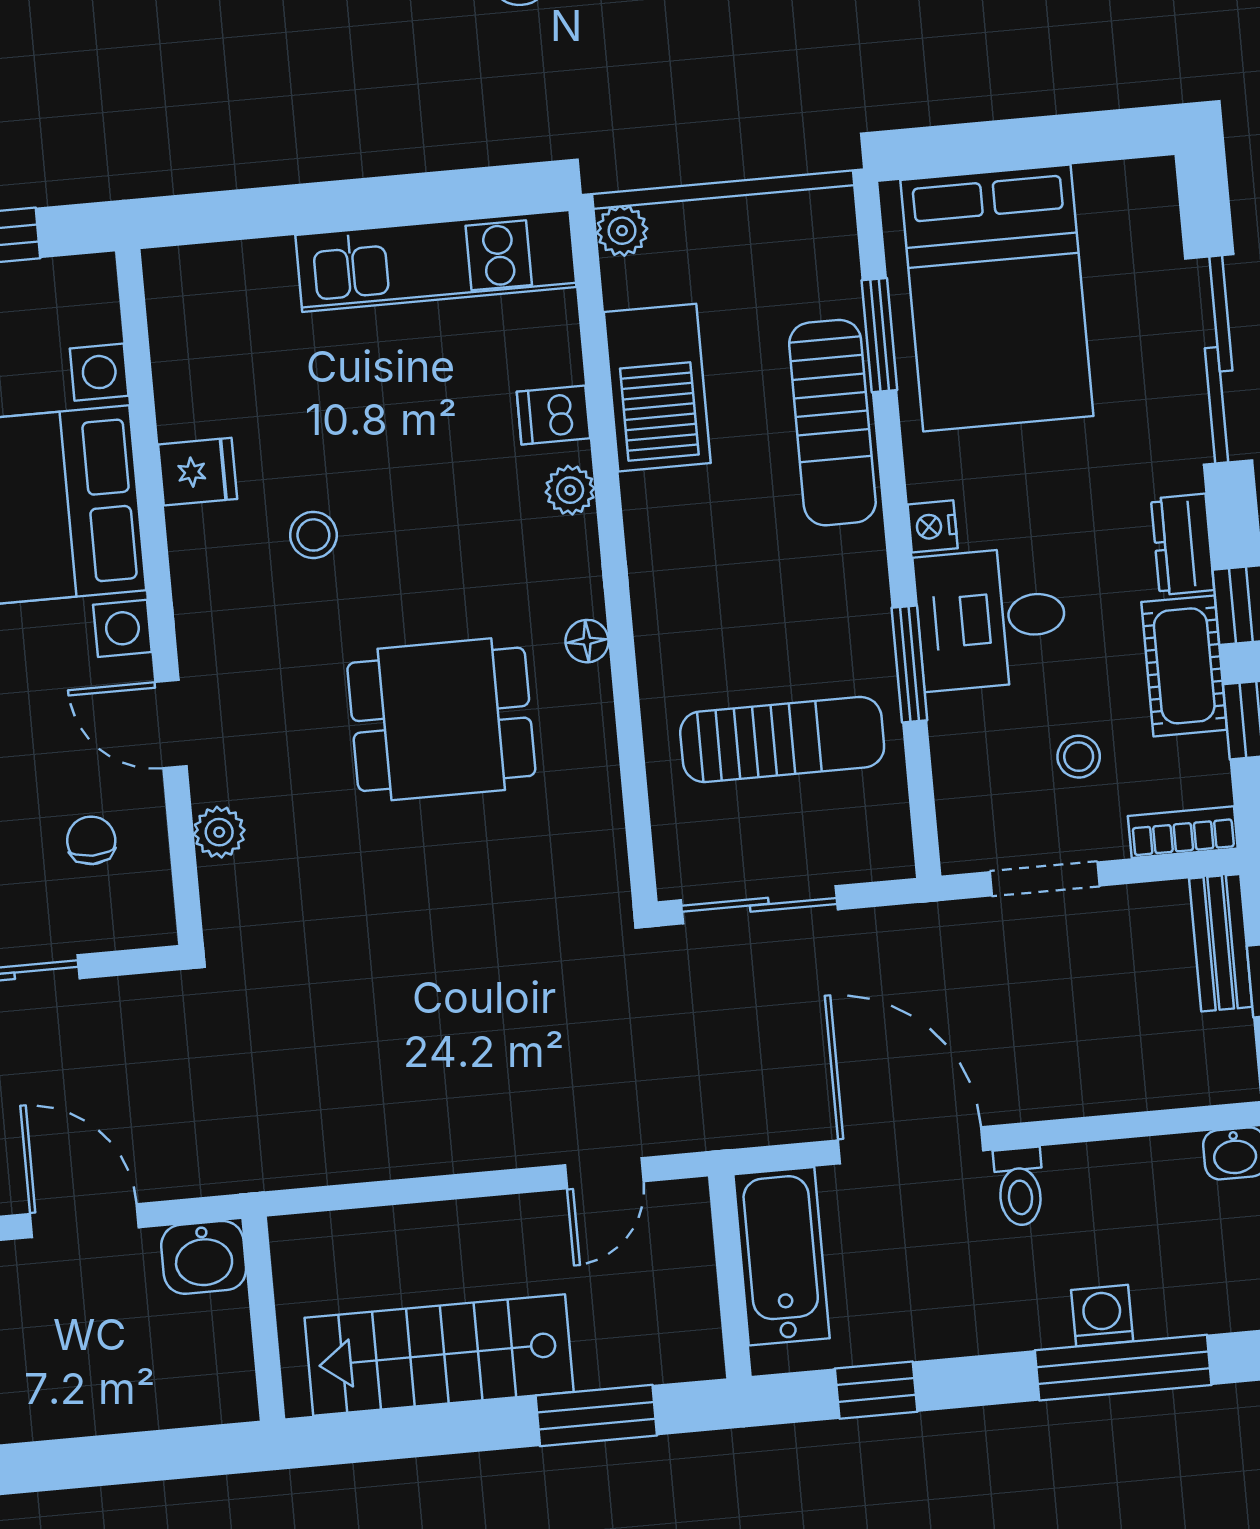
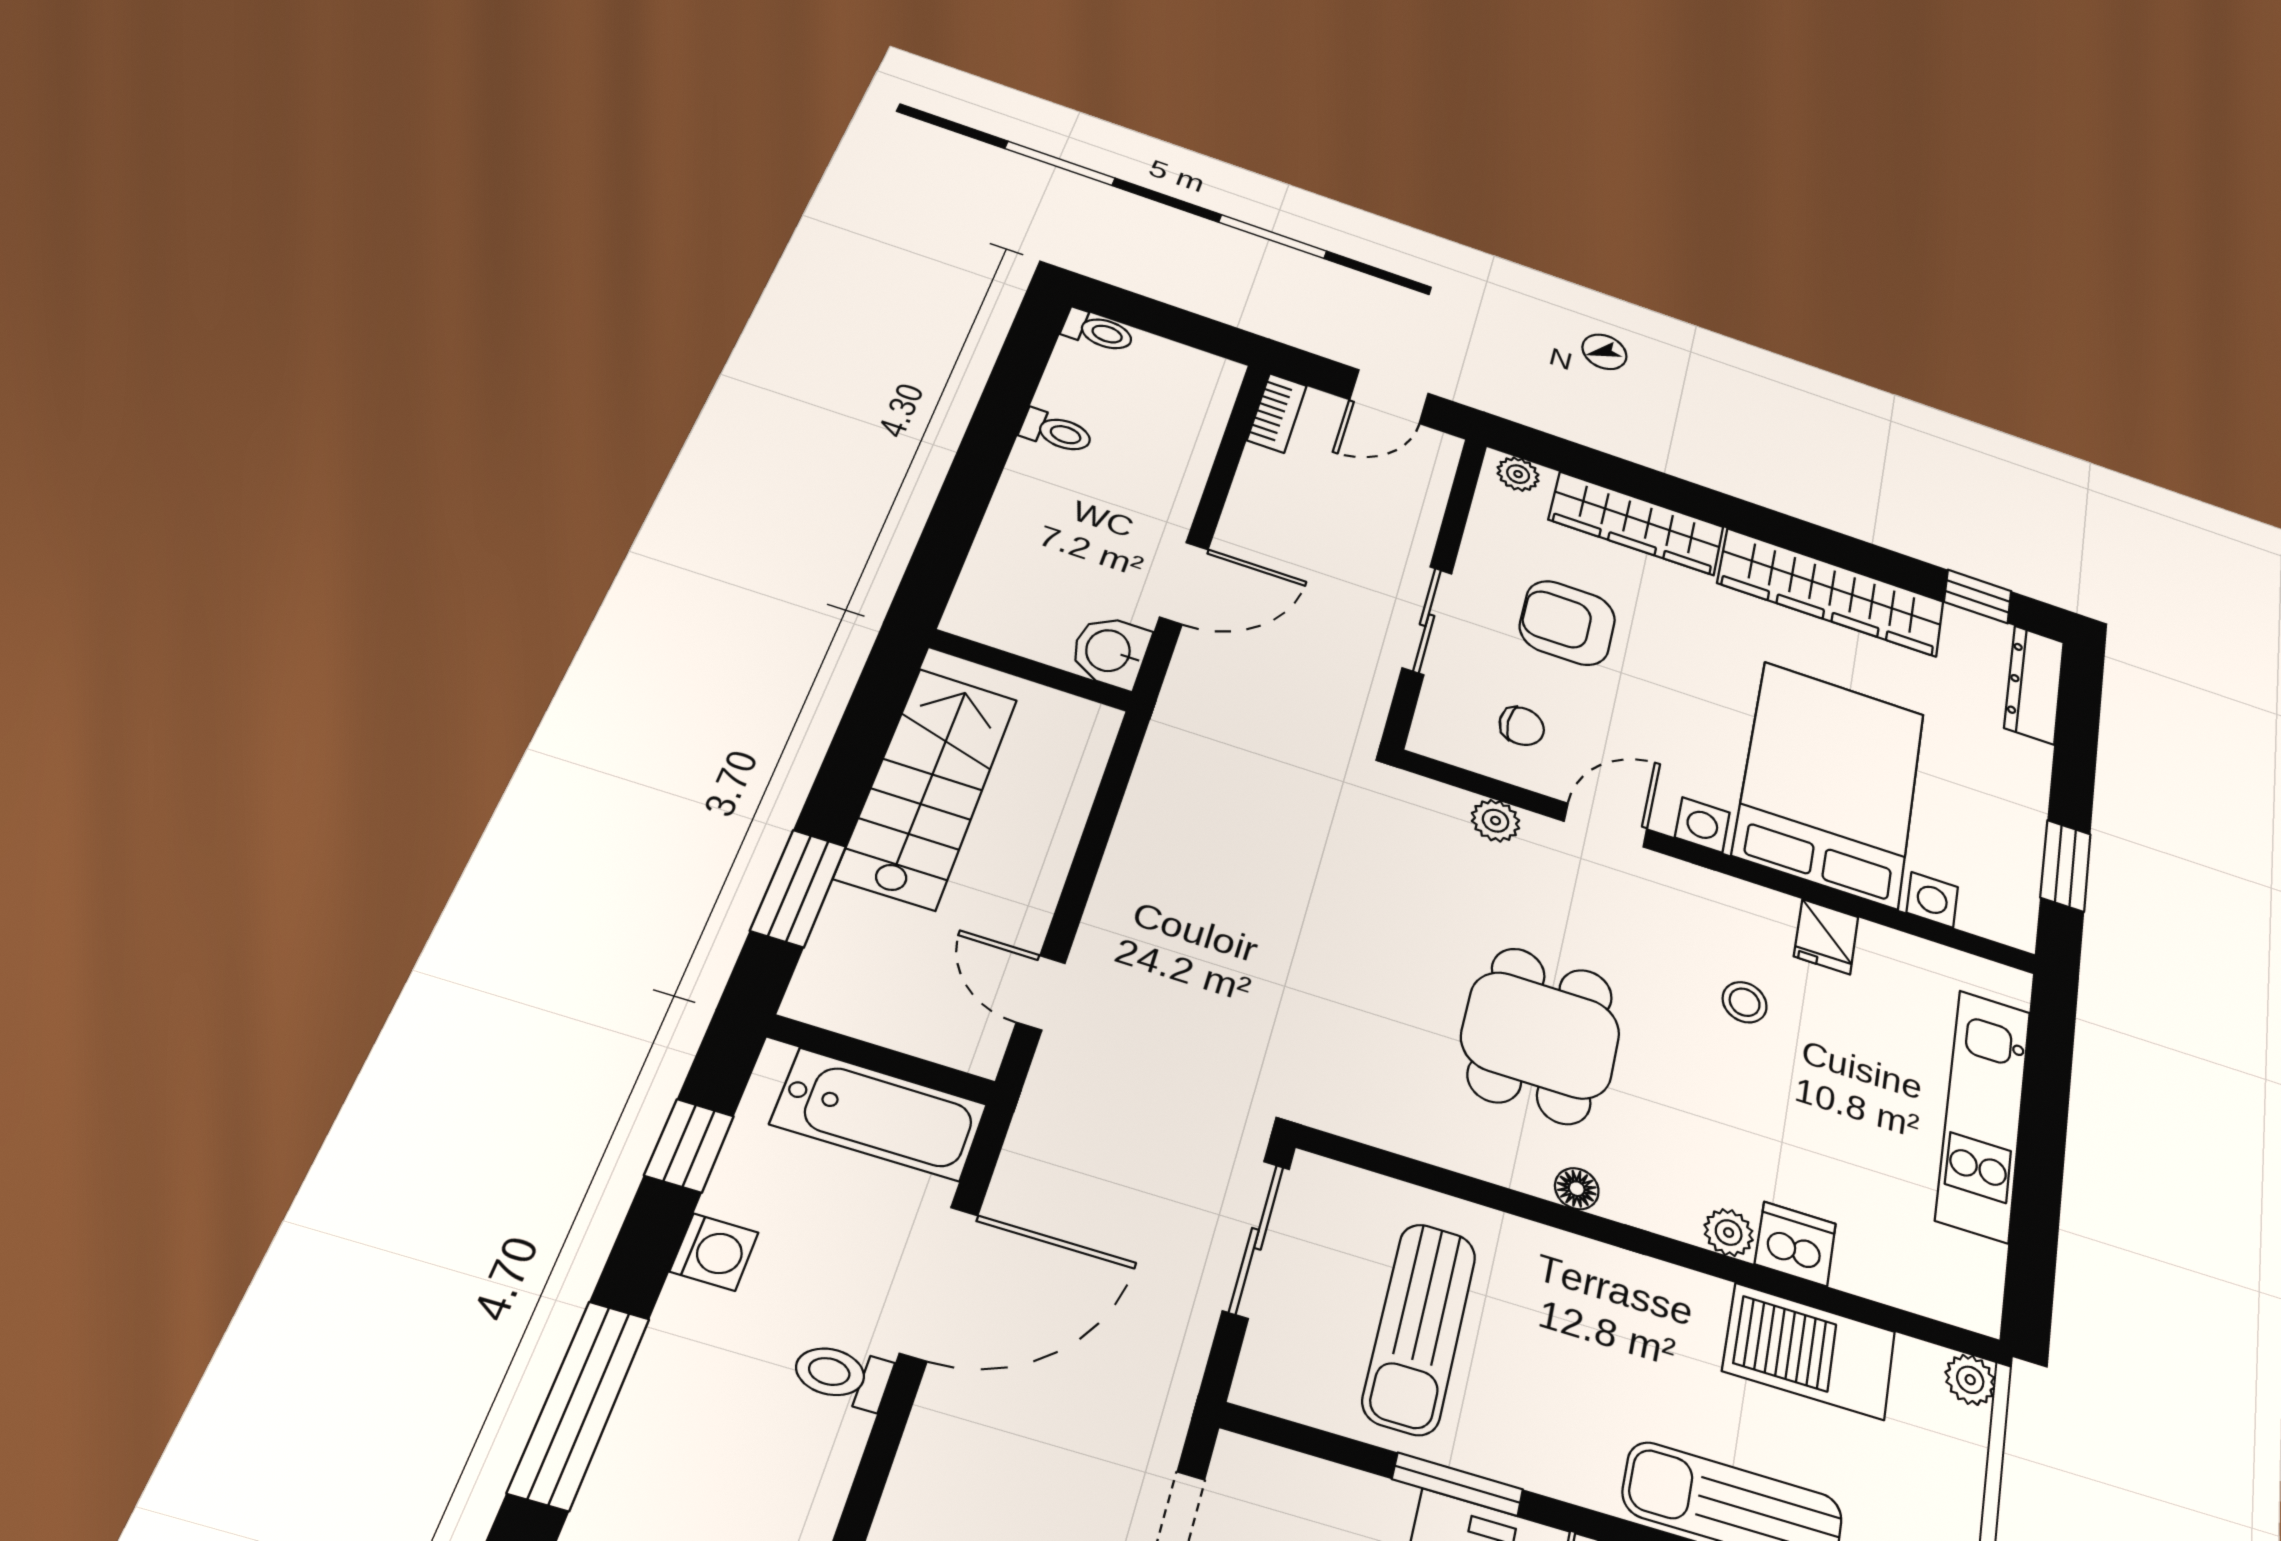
kitchen unit: (436, 261) -> (1984, 1114), moved
dishwasher: (553, 415) -> (1795, 1244), width x1.38
washing machine: (1102, 1316) -> (714, 1252), moved

